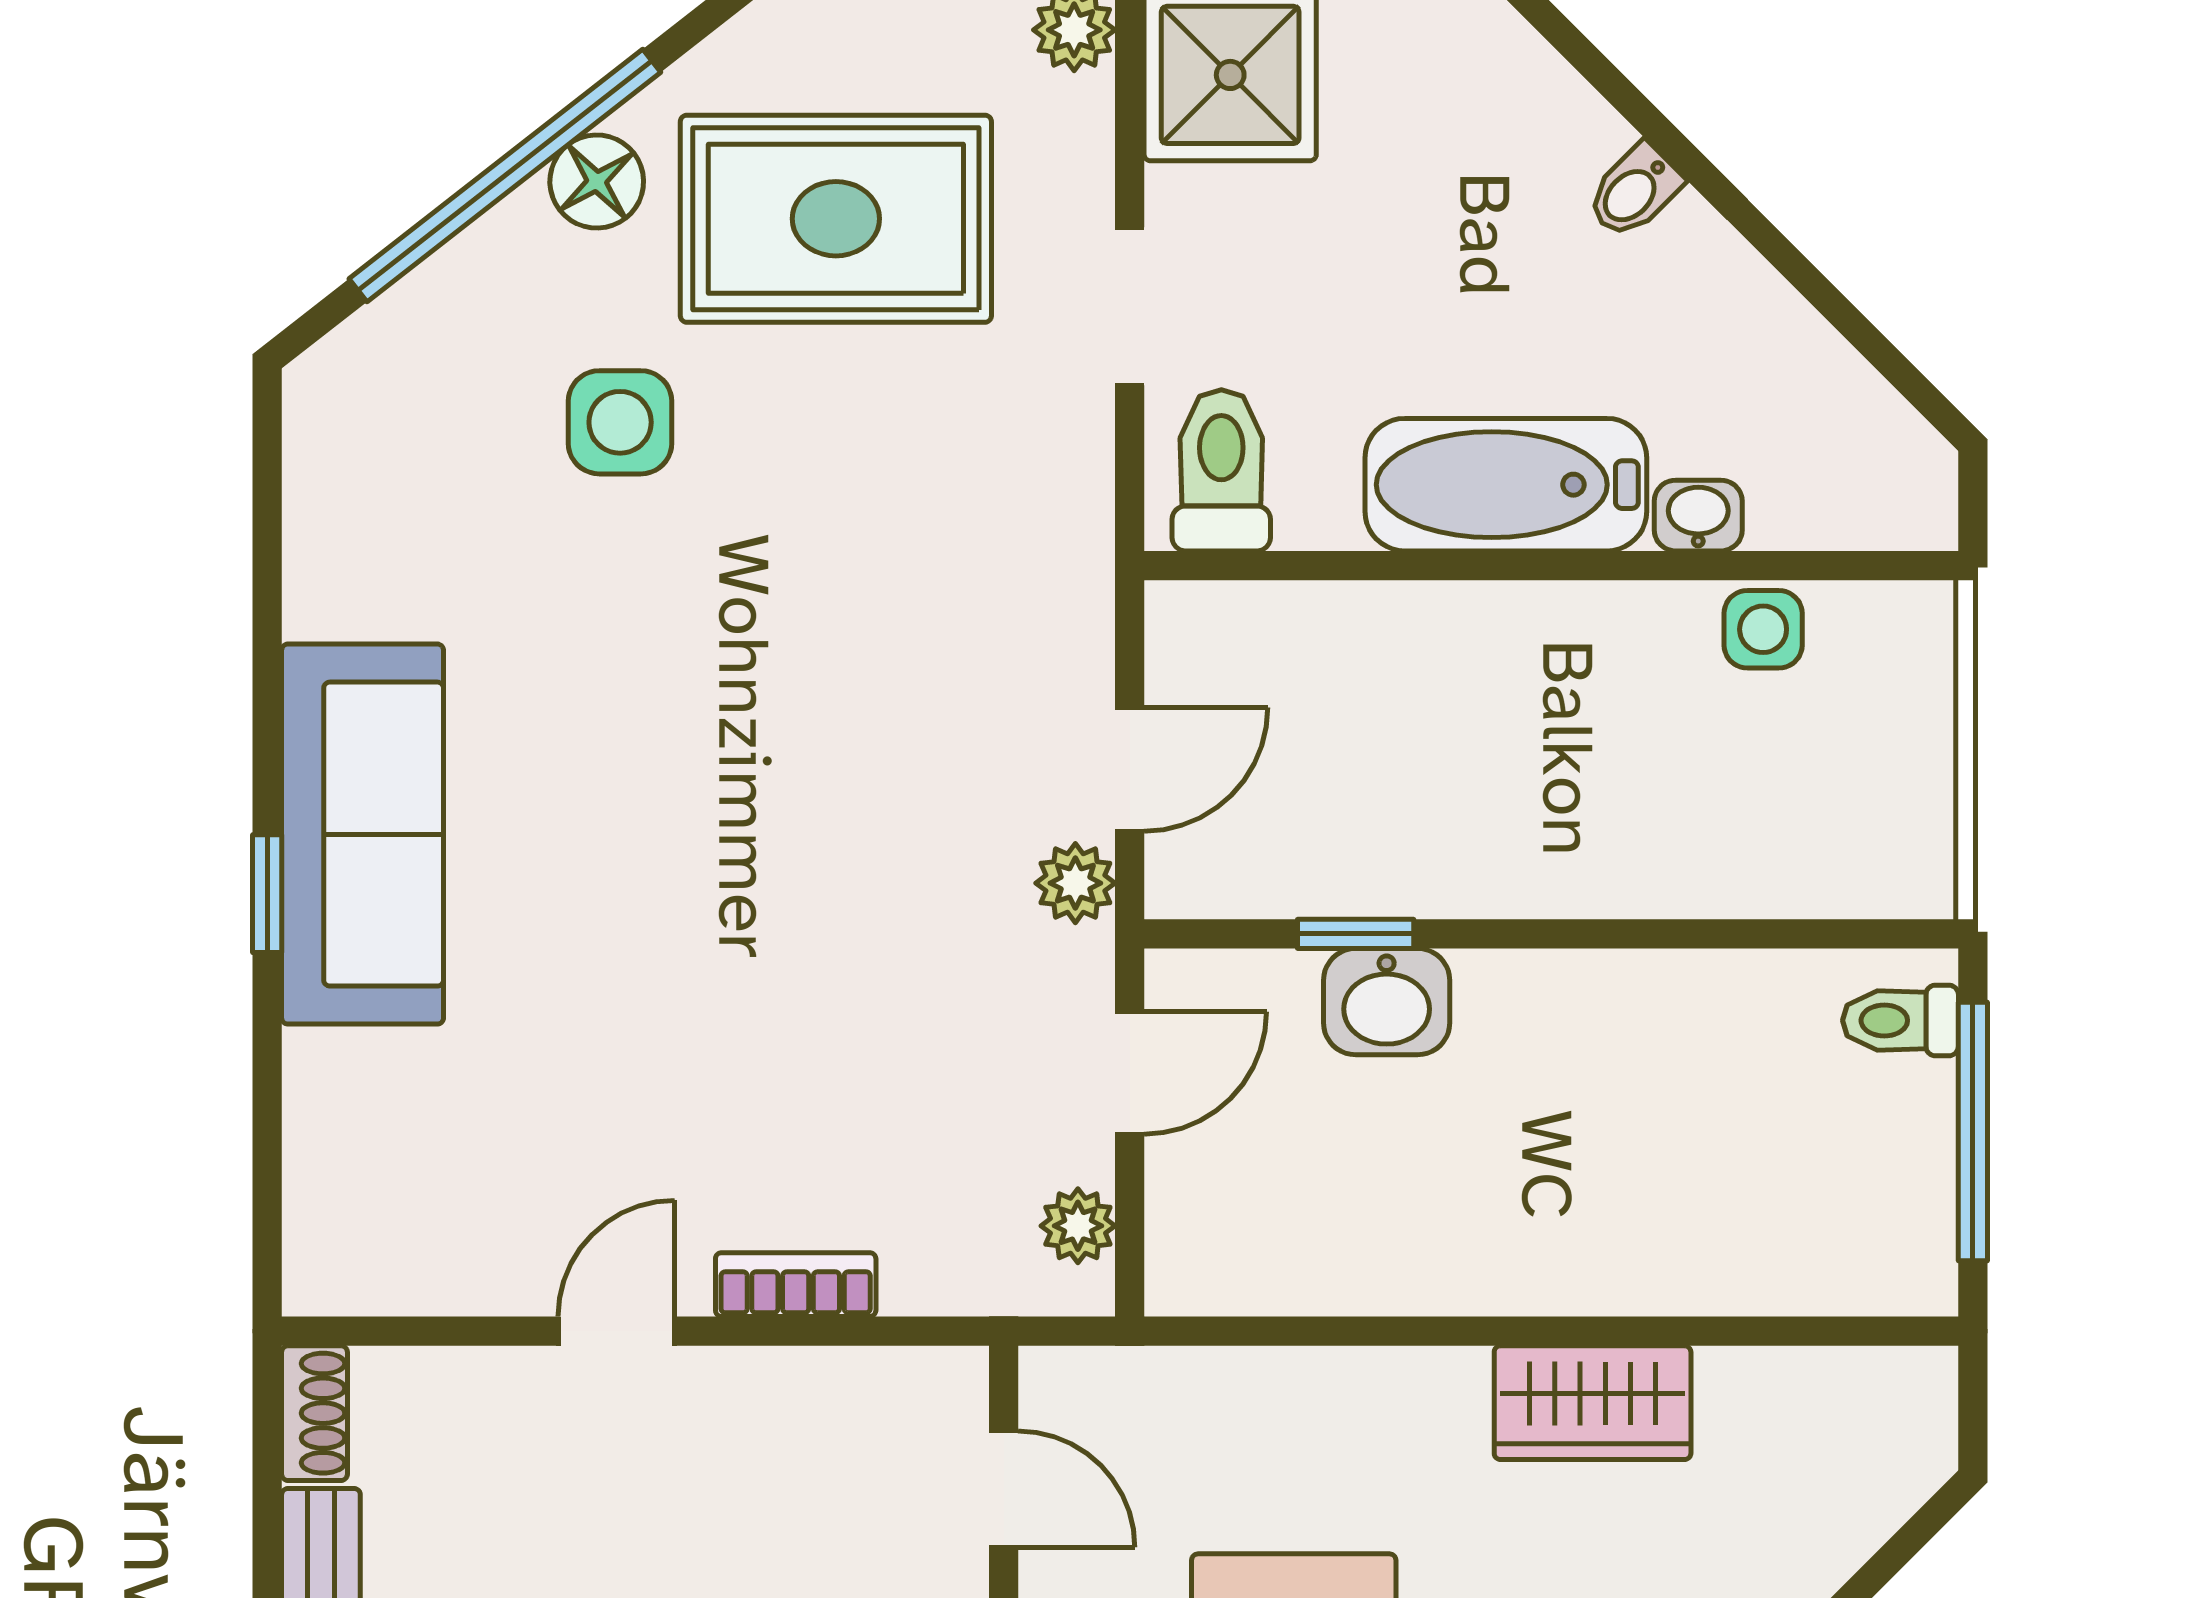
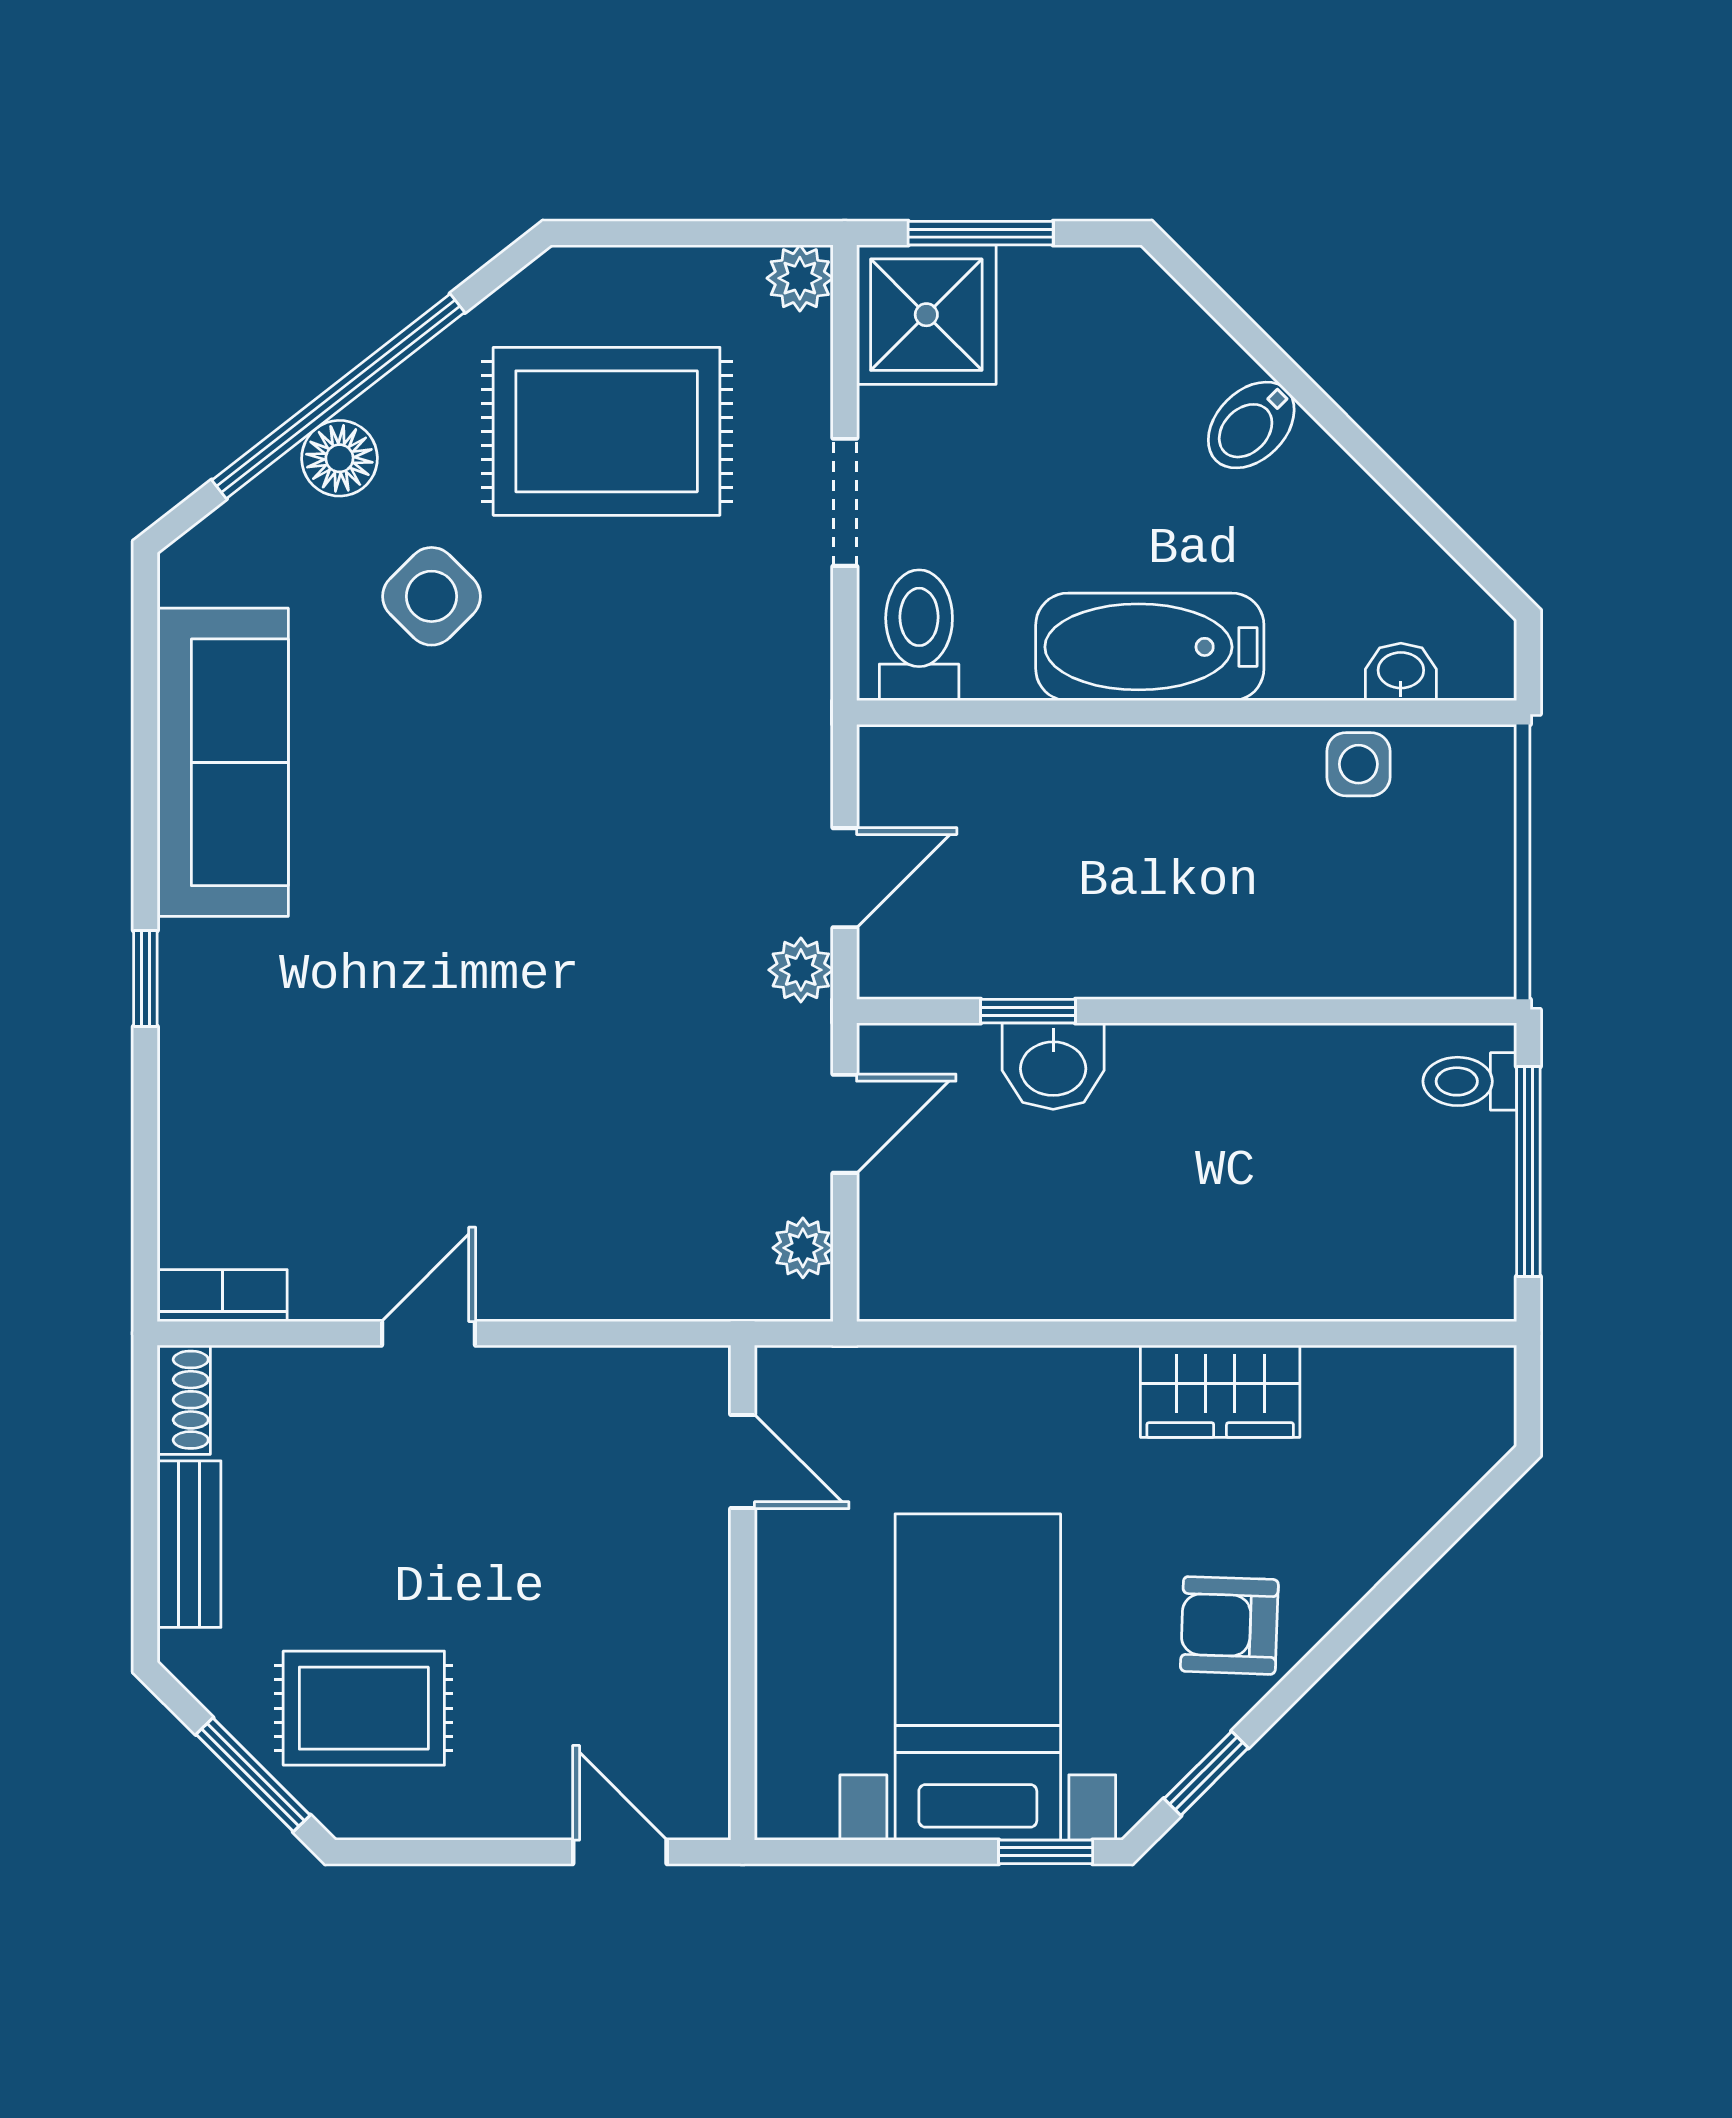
floor lamp: (597, 182) -> (339, 458), moved
bidet: (1634, 191) -> (1251, 425), width x1.38, depth x1.36
side table: (620, 422) -> (432, 596), turned 45
washbasin: (1698, 516) -> (1401, 672), moved
sofa: (363, 834) -> (223, 762), moved
bookcase: (796, 1285) -> (222, 1296), moved

